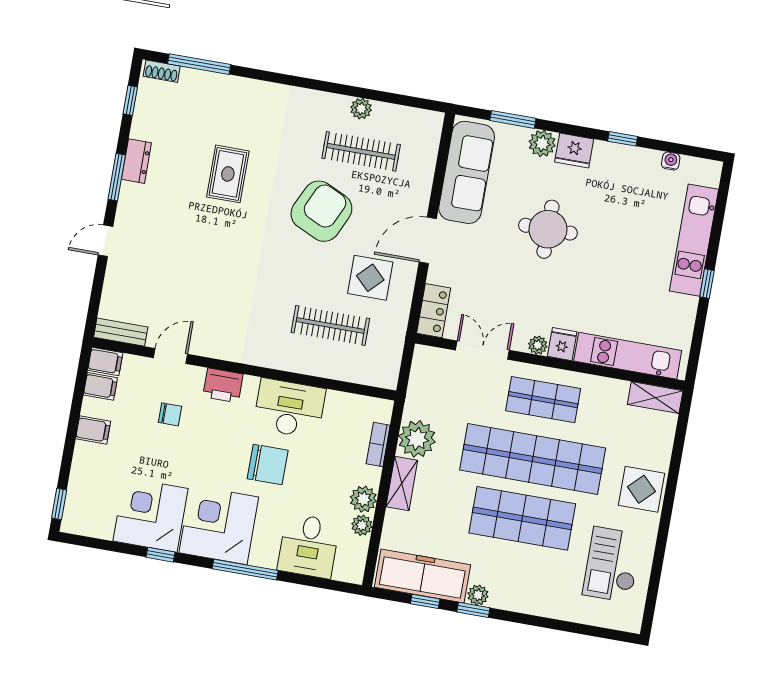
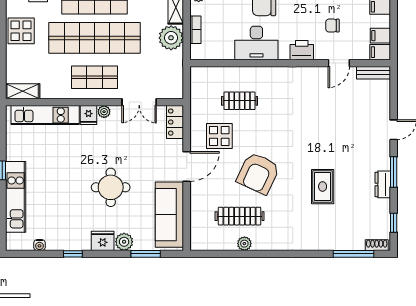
clothes rail: (330, 326) -> (240, 101), width x0.73

